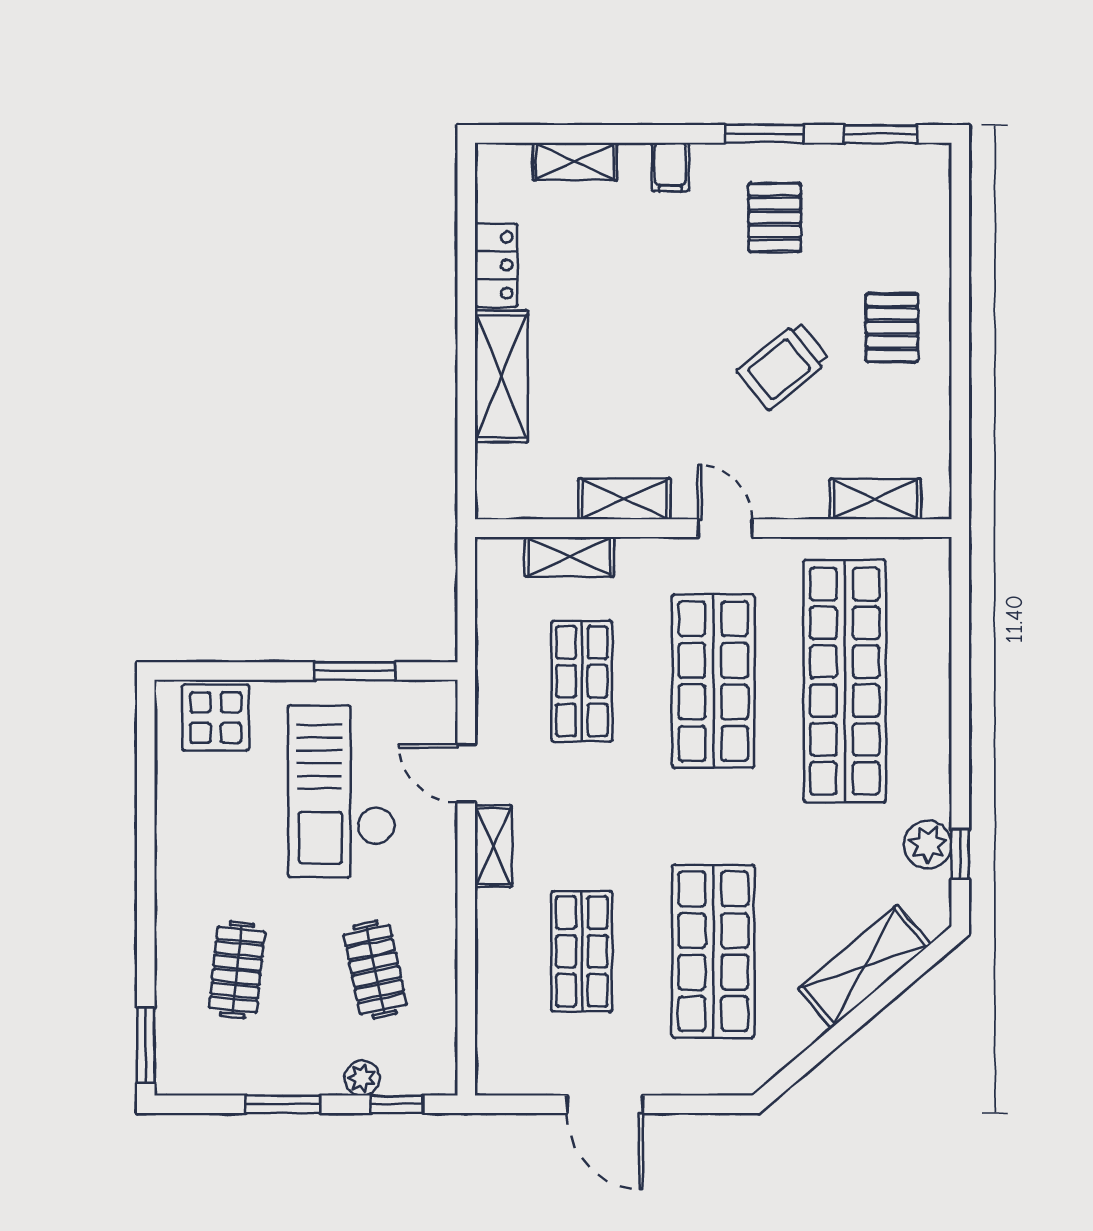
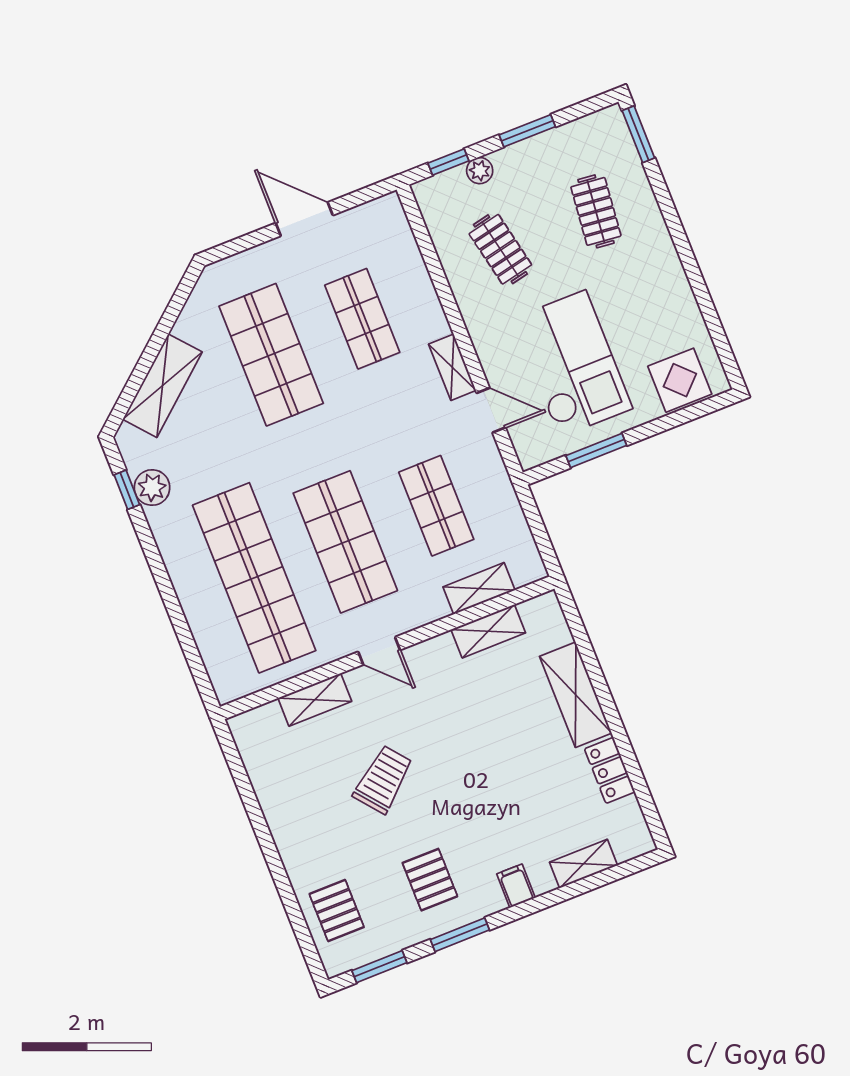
pallet: (892, 328) -> (337, 911), moved
shelving: (624, 499) -> (488, 631), moved
shelving: (875, 499) -> (315, 700), moved

